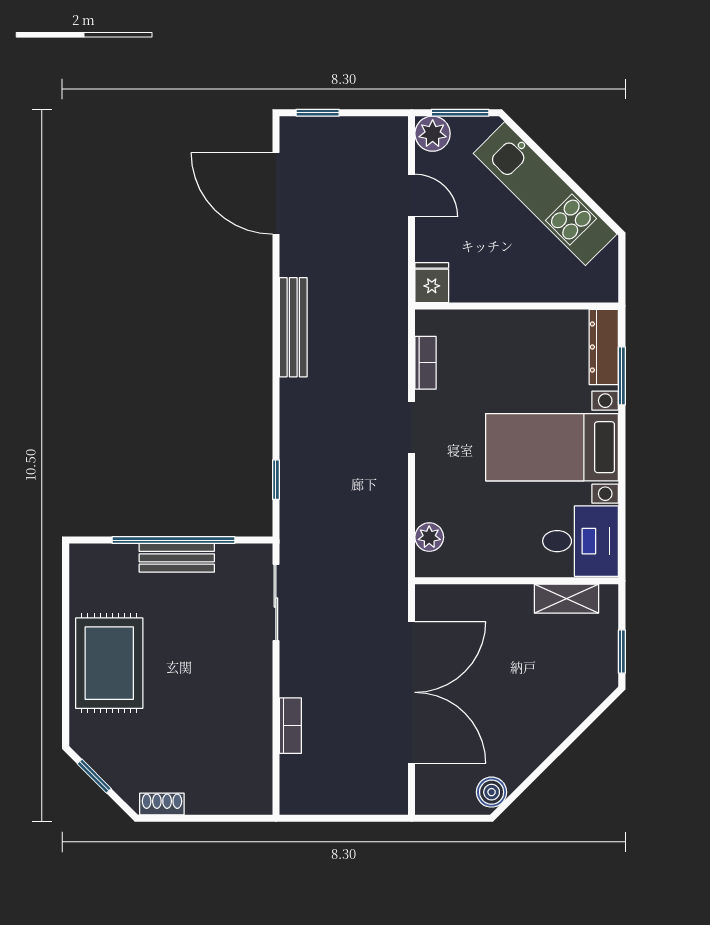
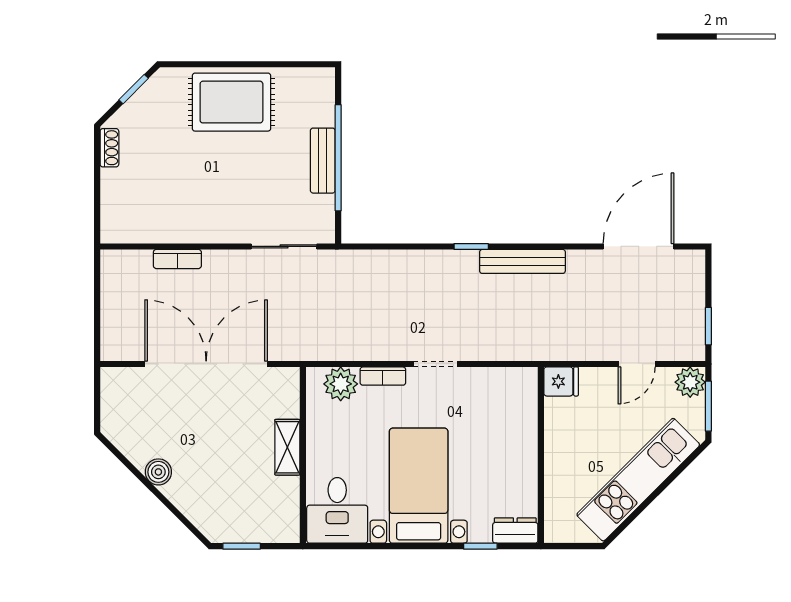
window: (318, 113) -> (708, 326), moved
dresser: (604, 347) -> (515, 531), width x0.70
bookcase: (426, 363) -> (383, 376), moved
window: (622, 376) -> (480, 546), width x0.67
window: (276, 480) -> (471, 246), moved
plant: (429, 537) -> (341, 384), width x1.38, depth x1.38
shelving: (566, 599) -> (287, 447), moved
double door: (412, 692) -> (206, 364), swing flipped
boiler: (492, 792) -> (158, 472), moved

